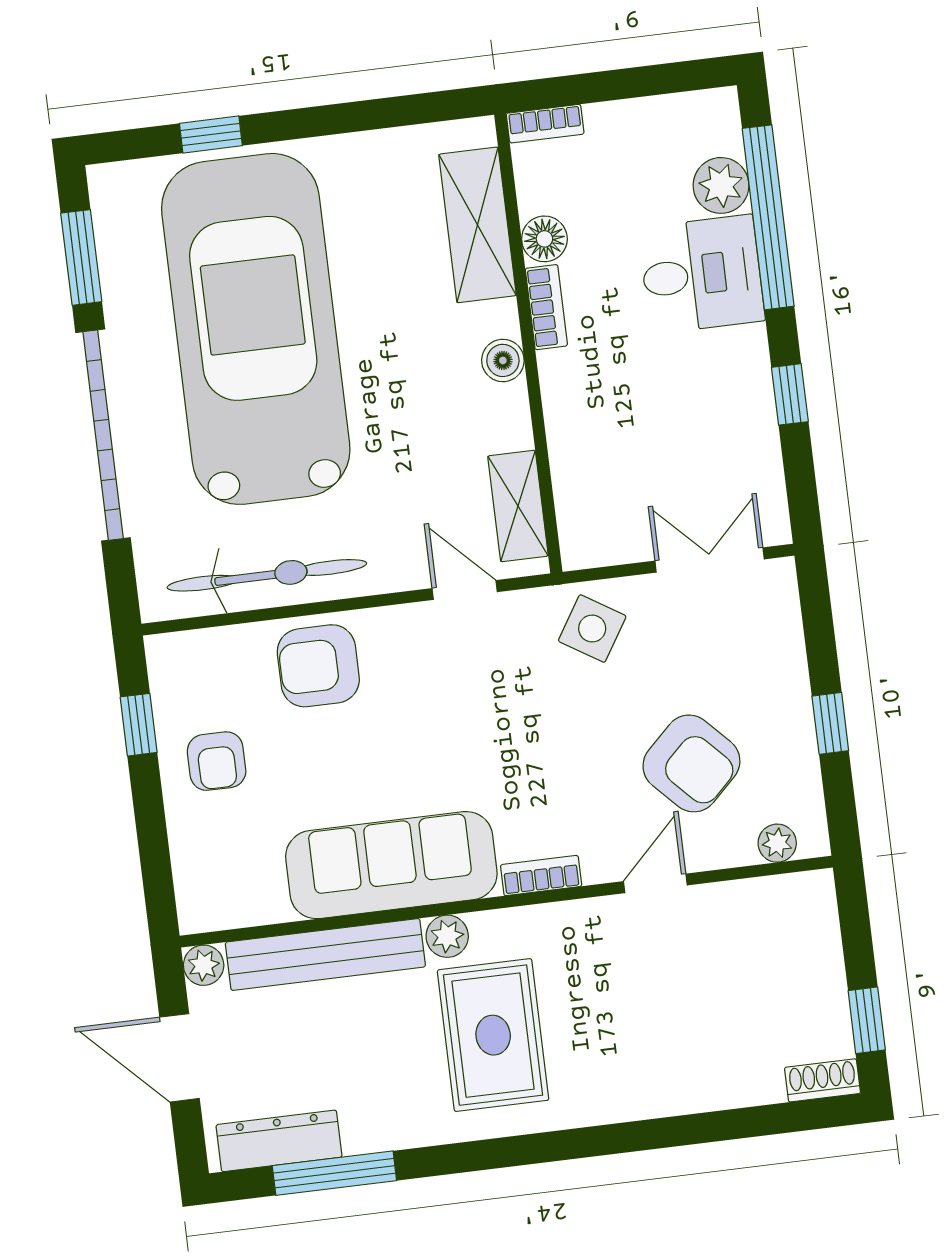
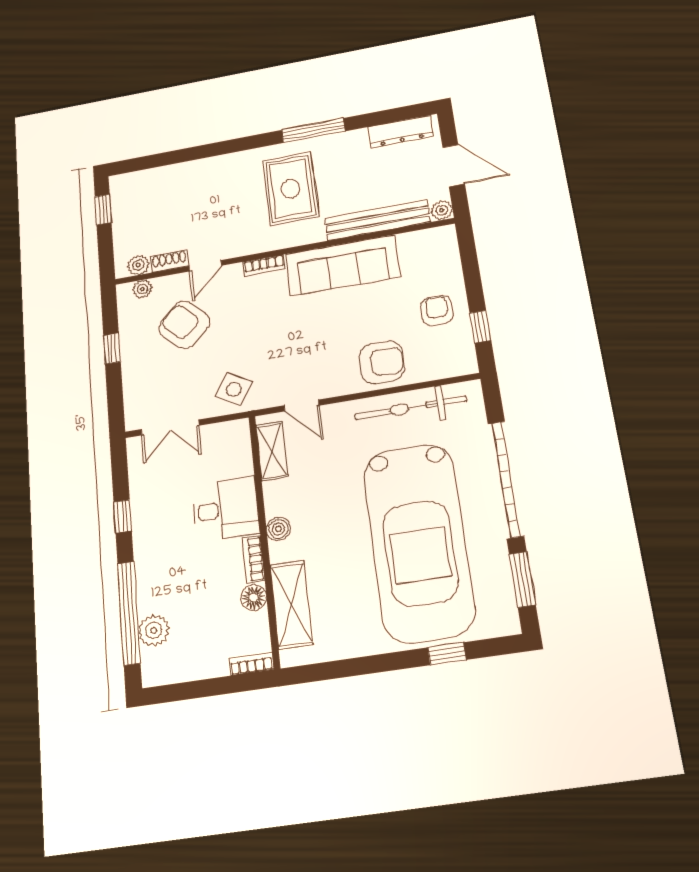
desk: (702, 274) -> (226, 509), moved, turned 180
plant: (447, 936) -> (138, 265), moved
shoe rack: (822, 1080) -> (169, 261), moved, turned 180
window: (334, 1173) -> (313, 131), moved

